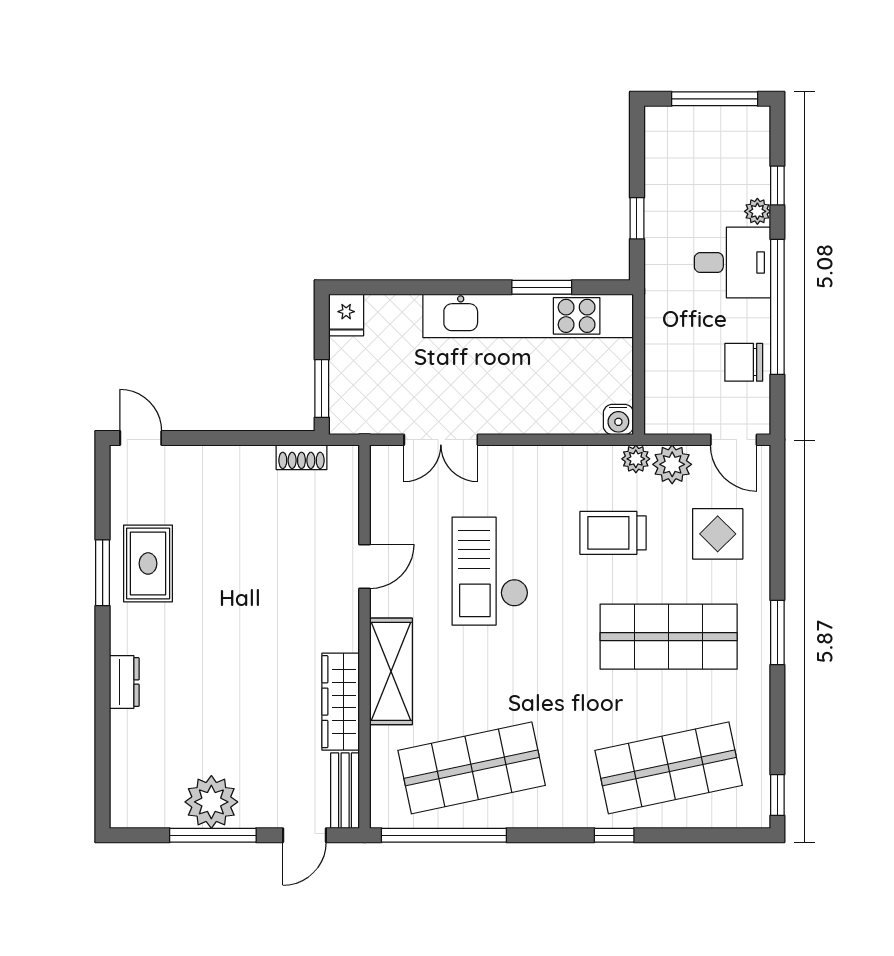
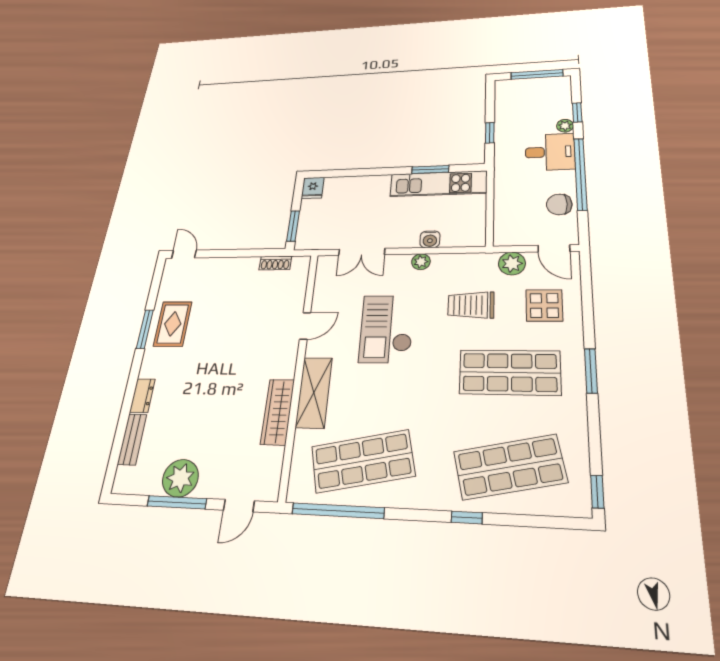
kitchen unit: (528, 316) -> (438, 184), width x0.73
water cooler: (618, 419) -> (430, 239), moved
plant: (636, 459) -> (421, 262), moved
bench: (345, 791) -> (132, 439), moved

